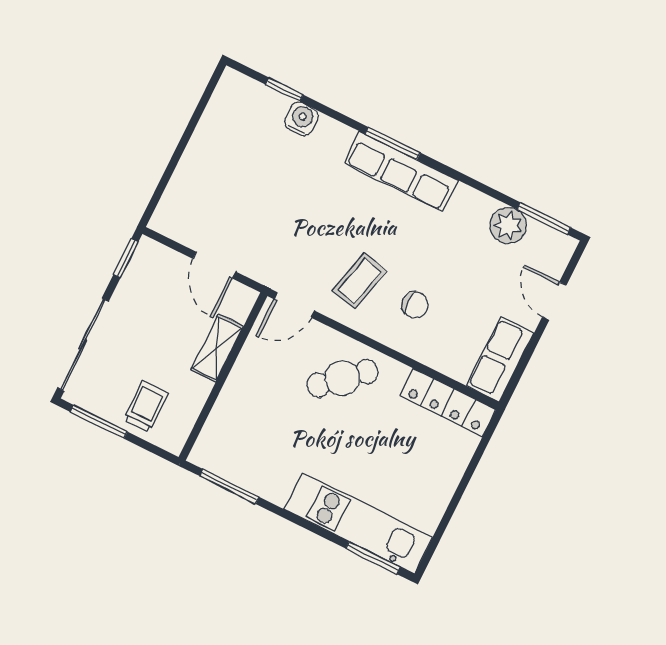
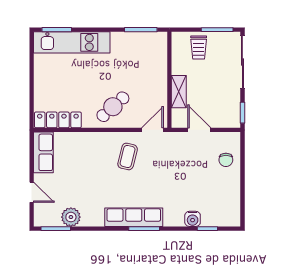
chair: (415, 305) -> (226, 160), moved, turned -90

